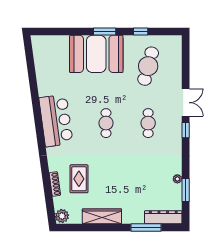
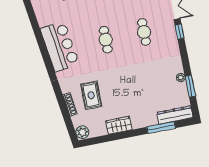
wardrobe: (102, 216) -> (119, 125), width x0.67

